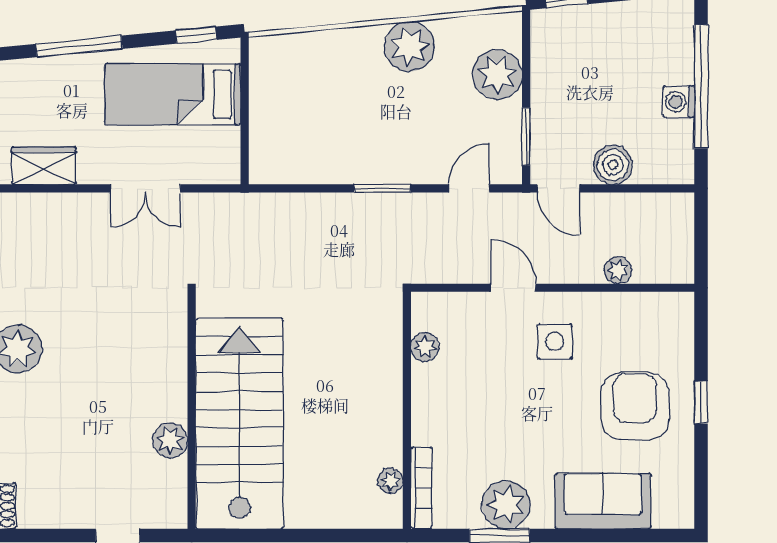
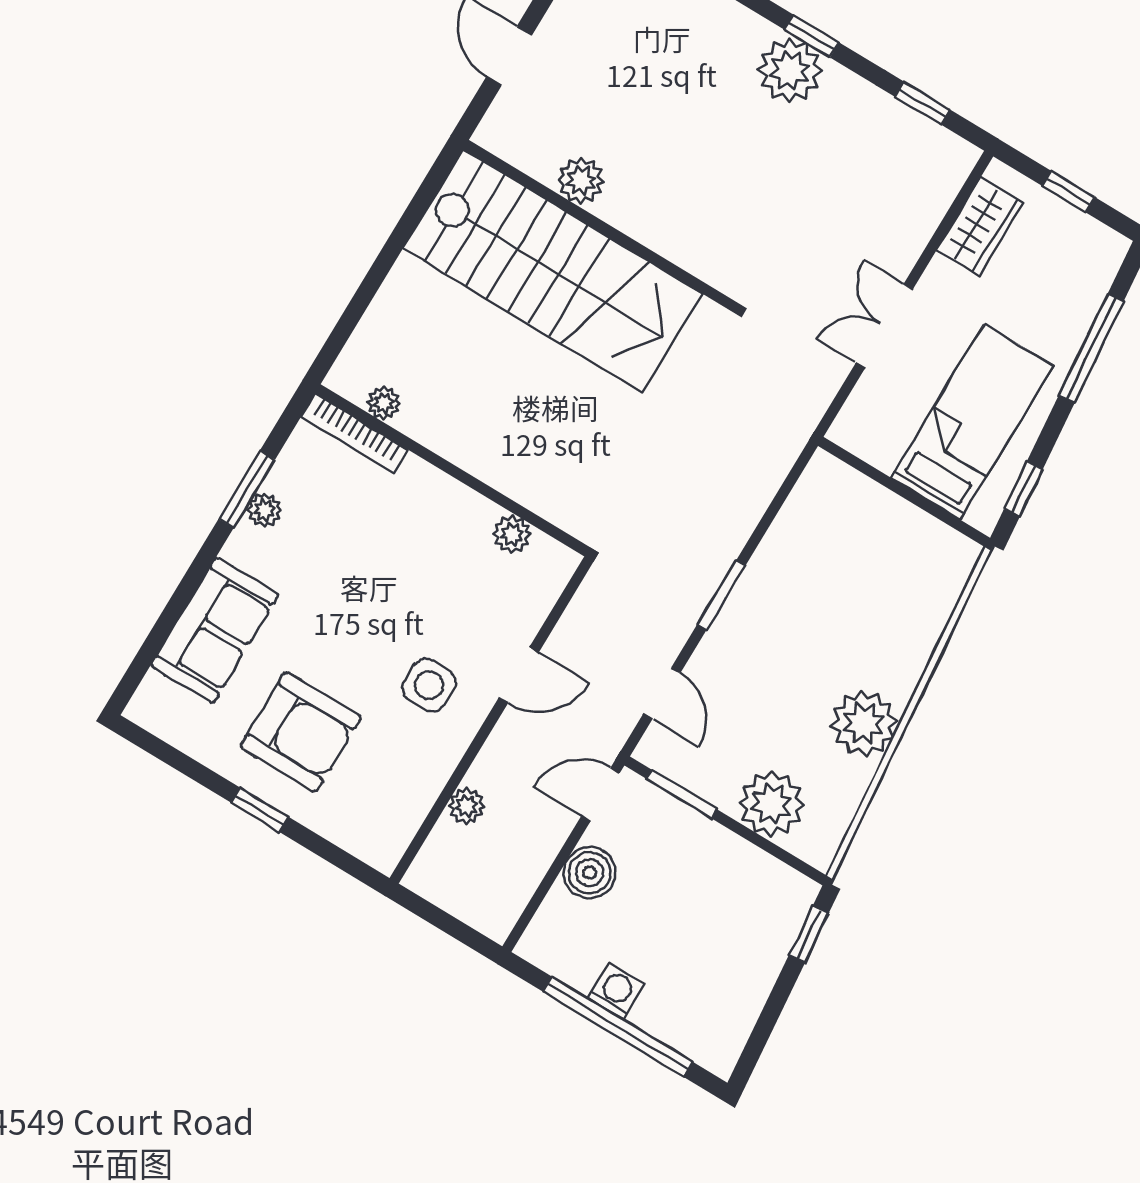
plant: (506, 505) -> (264, 510), width x0.53, depth x0.53

